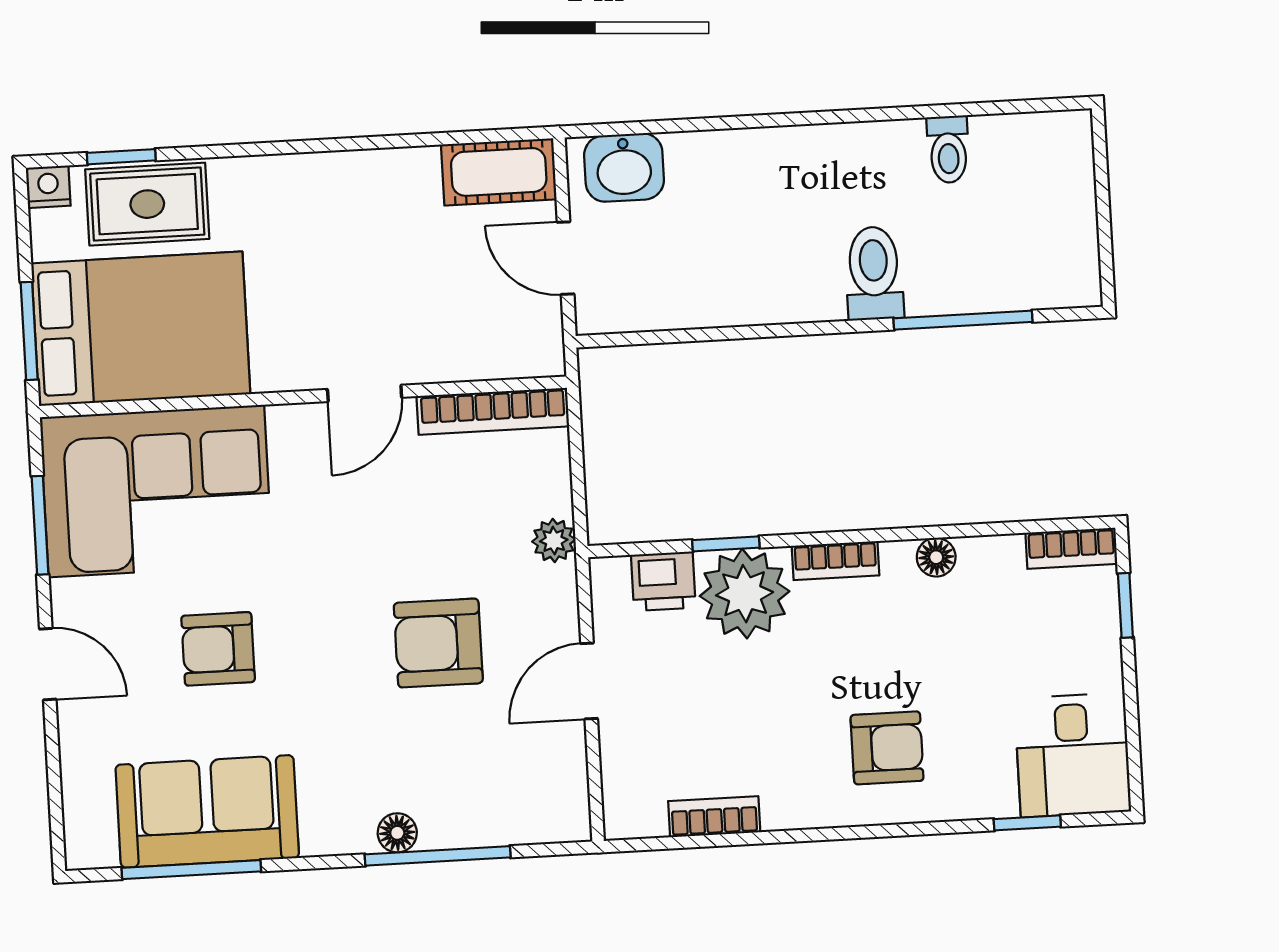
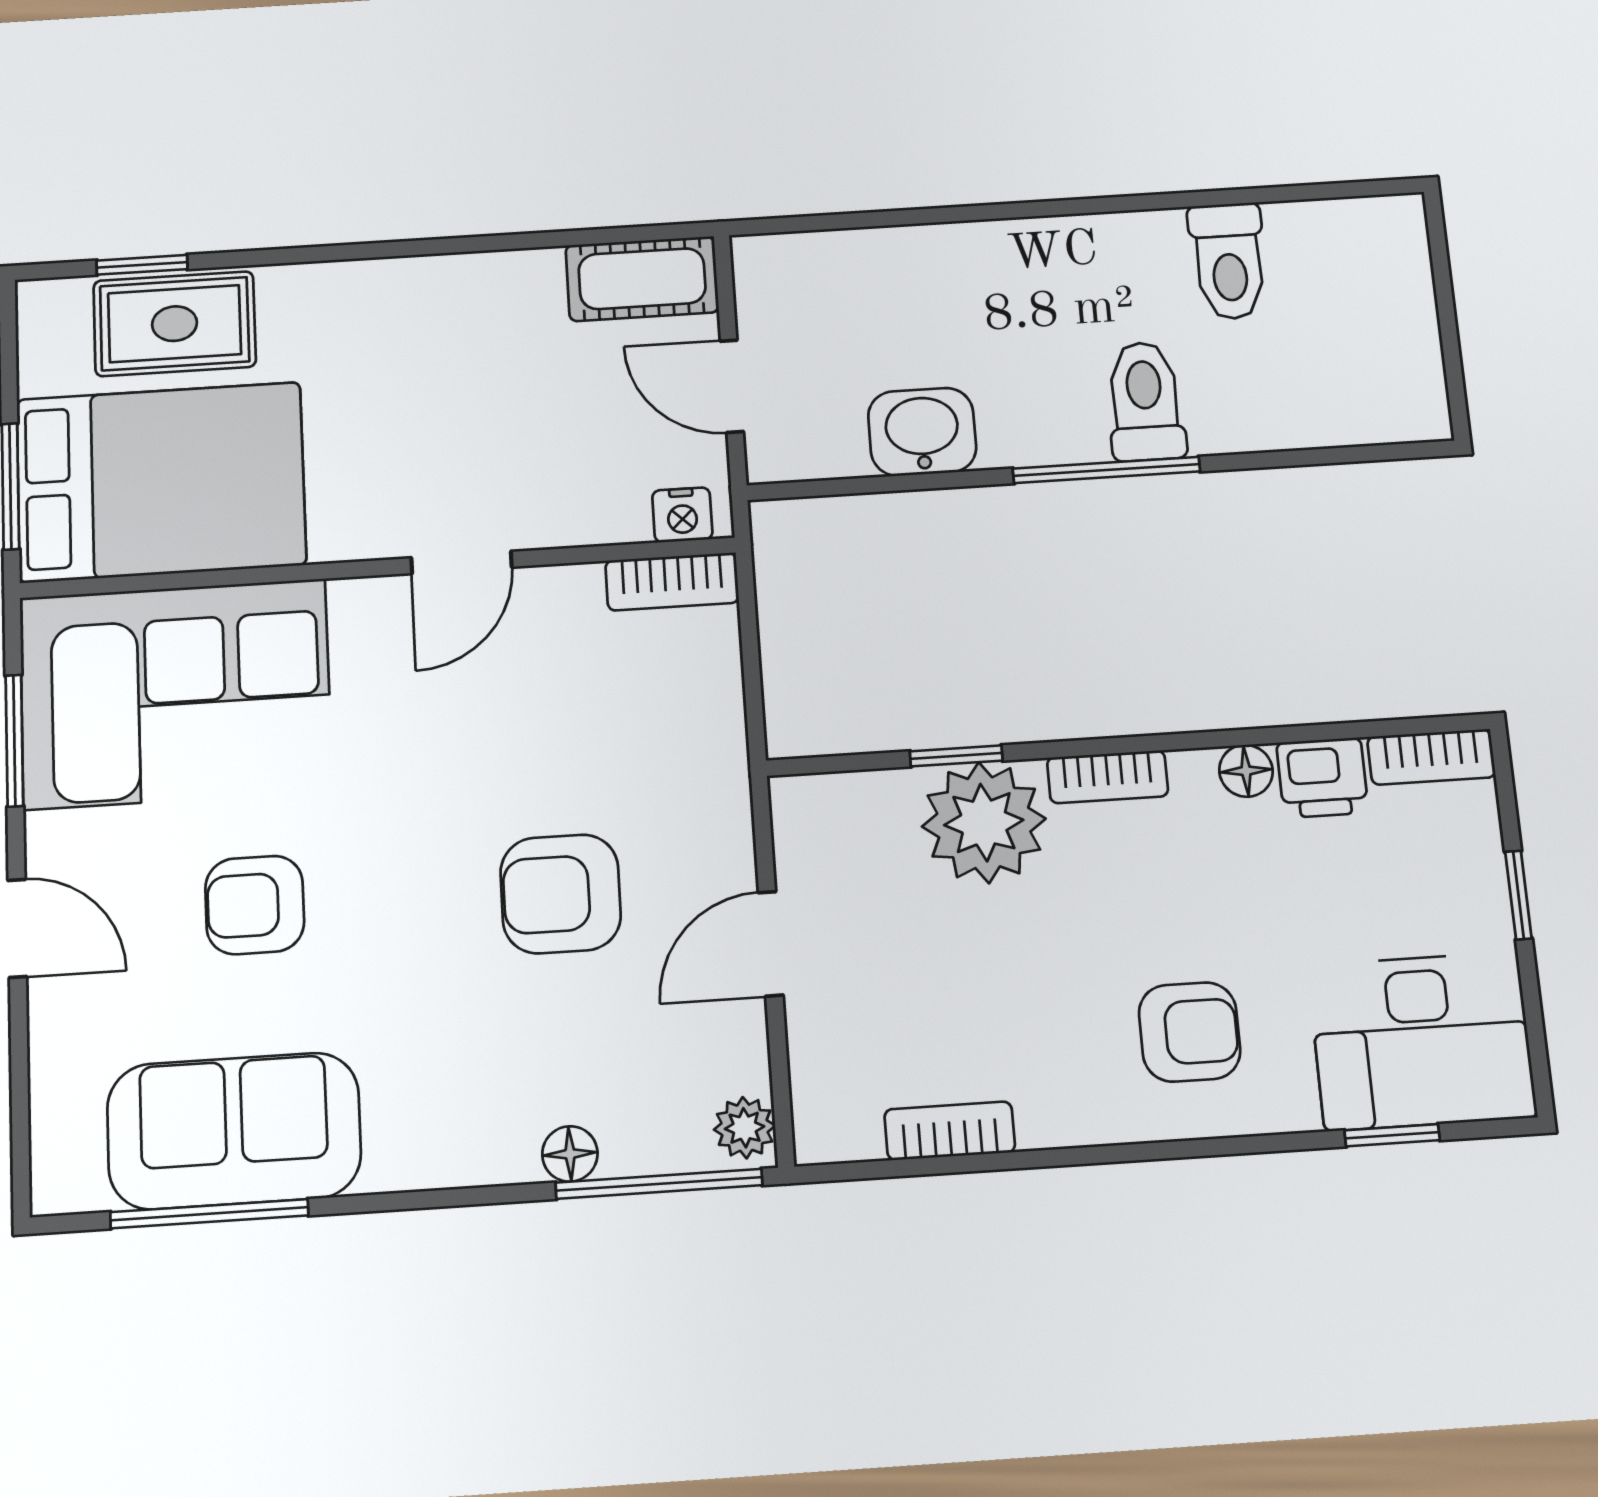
toilet: (948, 149) -> (1229, 261), width x1.37, depth x1.39
washbasin: (624, 167) -> (922, 432), moved, turned 180
nightstand: (48, 187) -> (682, 515), moved, turned 180
window: (963, 320) -> (1106, 470), moved
bookcase: (493, 411) -> (672, 582), width x0.64
plant: (554, 541) -> (745, 1128), moved
printer: (663, 581) -> (1322, 778), moved
window: (1125, 605) -> (1518, 895), moved
desk: (1073, 755) -> (1422, 1041), width x1.37
floor lamp: (397, 833) -> (570, 1154), moved
window: (438, 856) -> (659, 1184), moved

